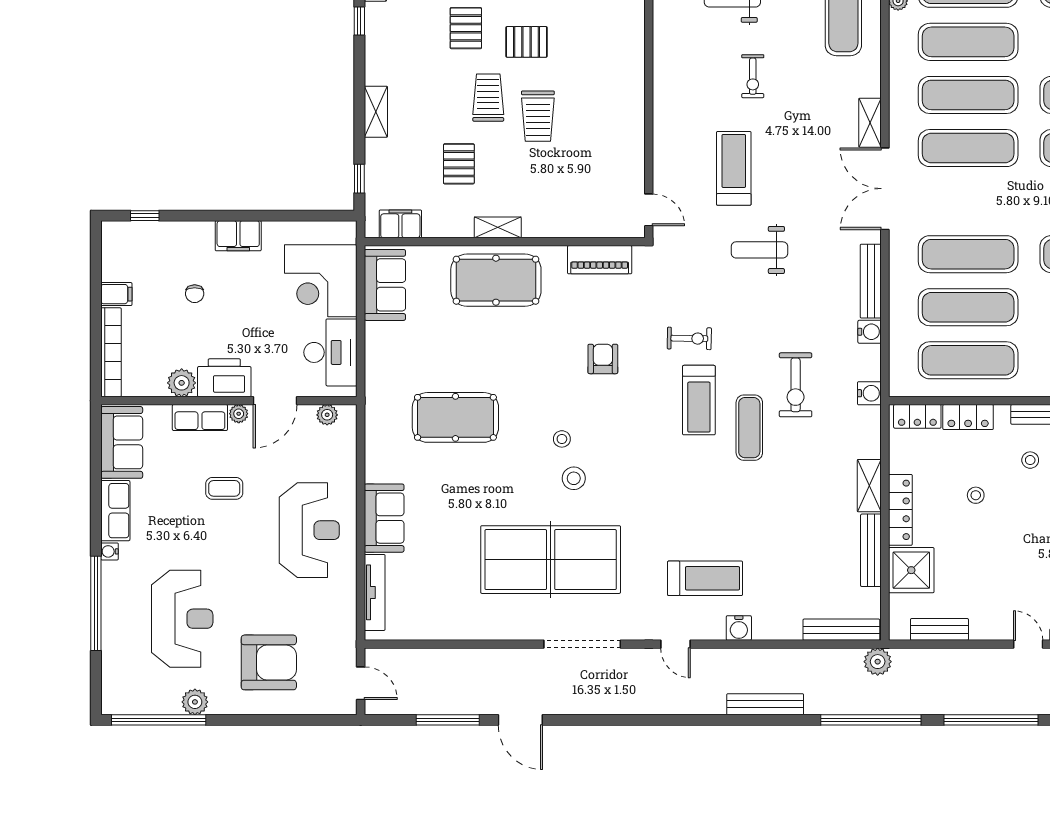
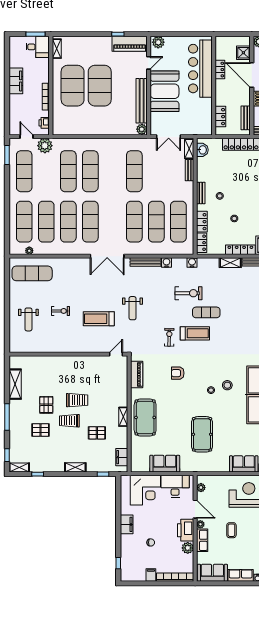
shelving: (870, 123) -> (80, 262), removed
sofa: (385, 285) -> (165, 464), moved

